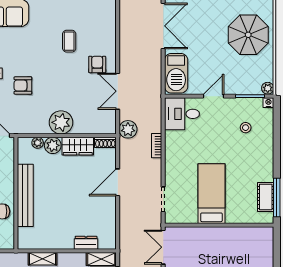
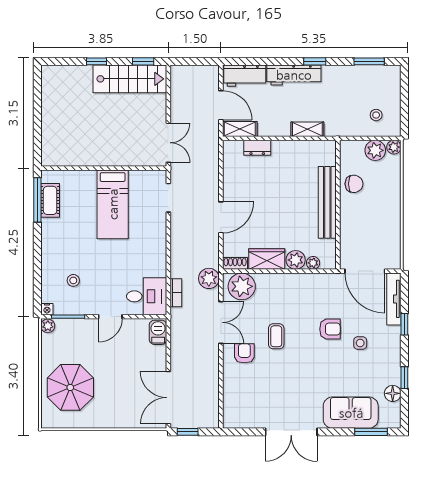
coffee table: (69, 41) -> (276, 336), moved
armchair: (97, 64) -> (244, 353), turned 180
barbecue: (176, 73) -> (158, 332), width x0.53, depth x0.65
plant: (61, 122) -> (242, 286), moved
bookcase: (157, 146) -> (176, 293), moved

